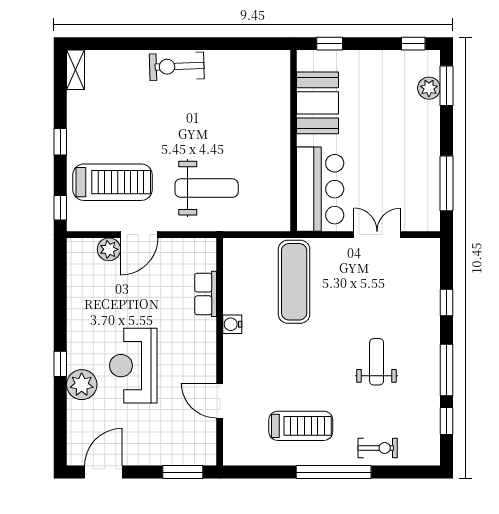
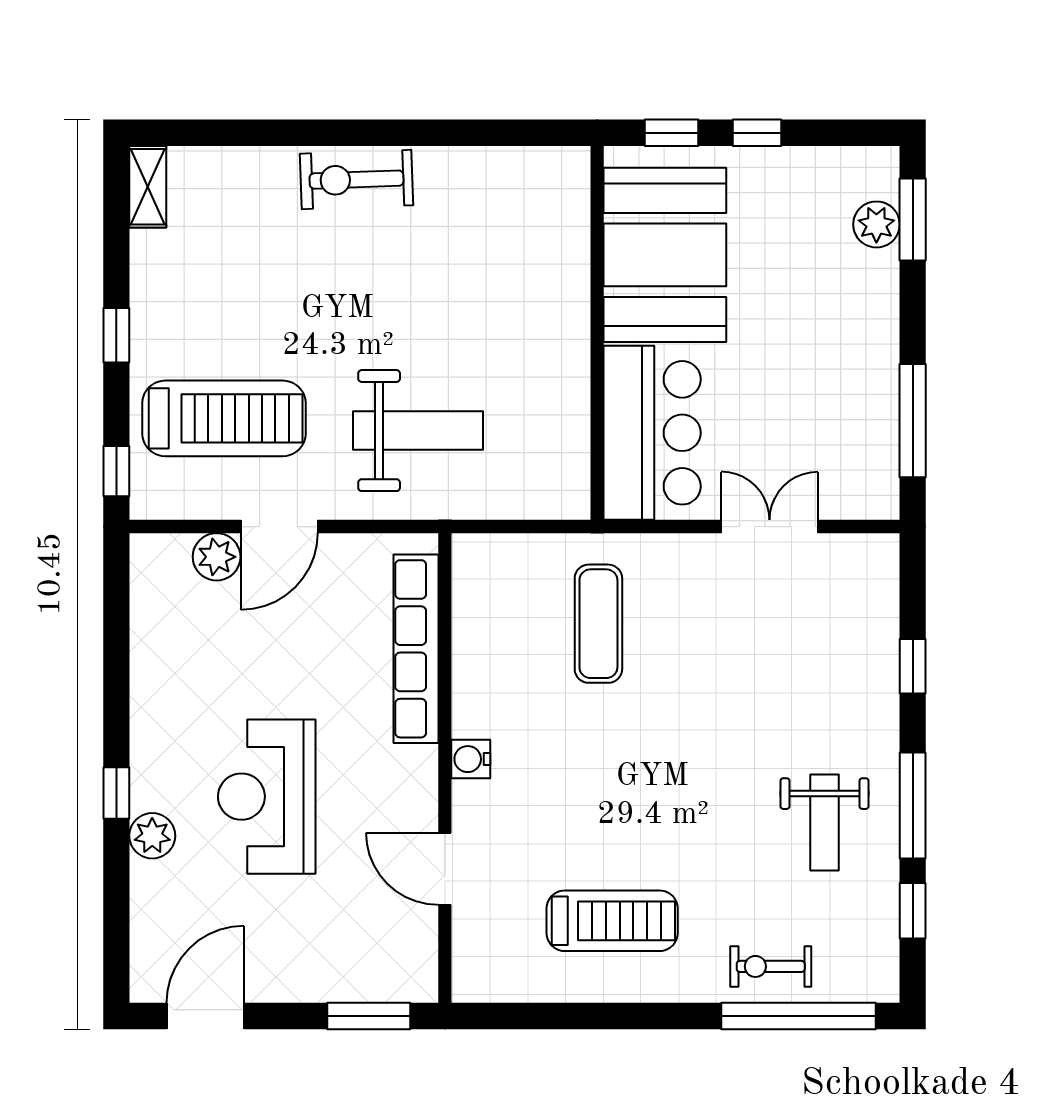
window: (413, 44) -> (757, 133), moved
booth: (318, 103) -> (665, 255), width x1.36, depth x1.42
exercise mat: (294, 282) -> (598, 624), width x0.73, depth x0.69
row of seats: (206, 294) -> (416, 649), width x2.02
water cooler: (232, 324) -> (471, 759), moved
weight bench: (377, 362) -> (825, 822), moved, turned 180
plant: (82, 385) -> (152, 836), width x0.73, depth x0.73
exercise bike: (378, 448) -> (771, 966), turned 180
window: (334, 472) -> (798, 1016), moved

